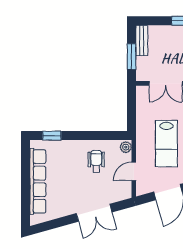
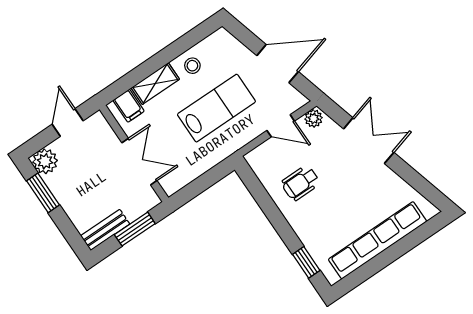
plant: (126, 147) -> (314, 118), moved

